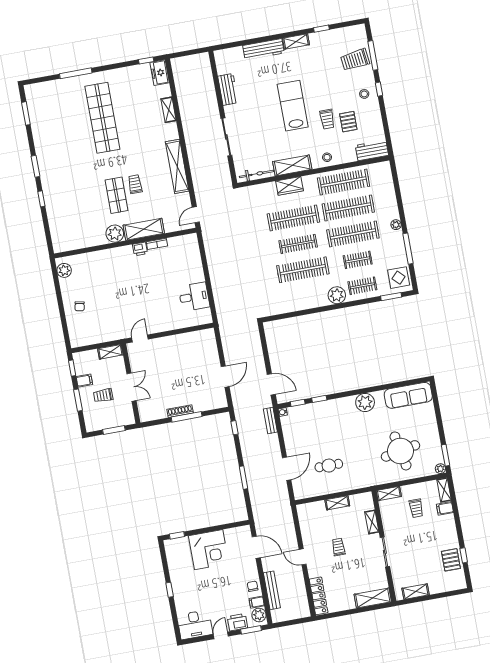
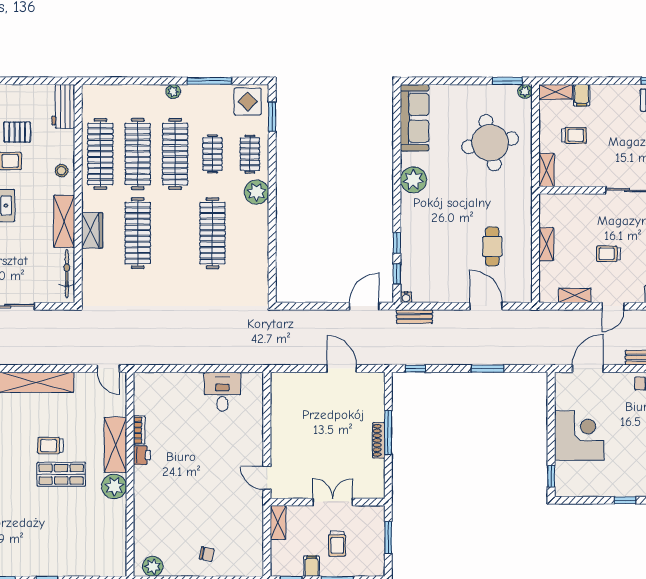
clothes rail: (298, 244) -> (175, 233), removed
shelving: (372, 522) -> (575, 295), moved

